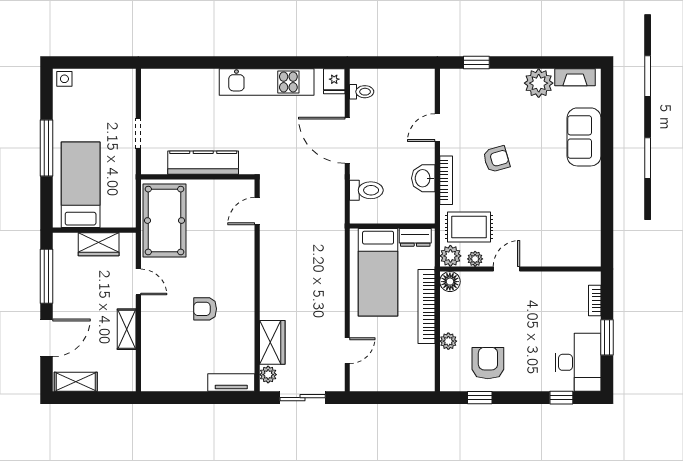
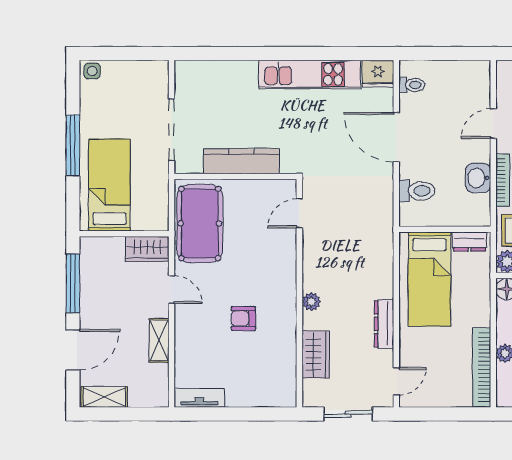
fridge: (334, 81) -> (378, 74), width x1.38
doorway: (138, 133) -> (172, 130), width x1.88
wardrobe: (99, 244) -> (147, 249), moved
bookcase: (426, 307) -> (482, 367), moved
dresser: (336, 314) -> (384, 324), added
door: (347, 351) -> (396, 381), moved
plant: (268, 375) -> (311, 302), moved
tv unit: (231, 383) -> (199, 398), moved

